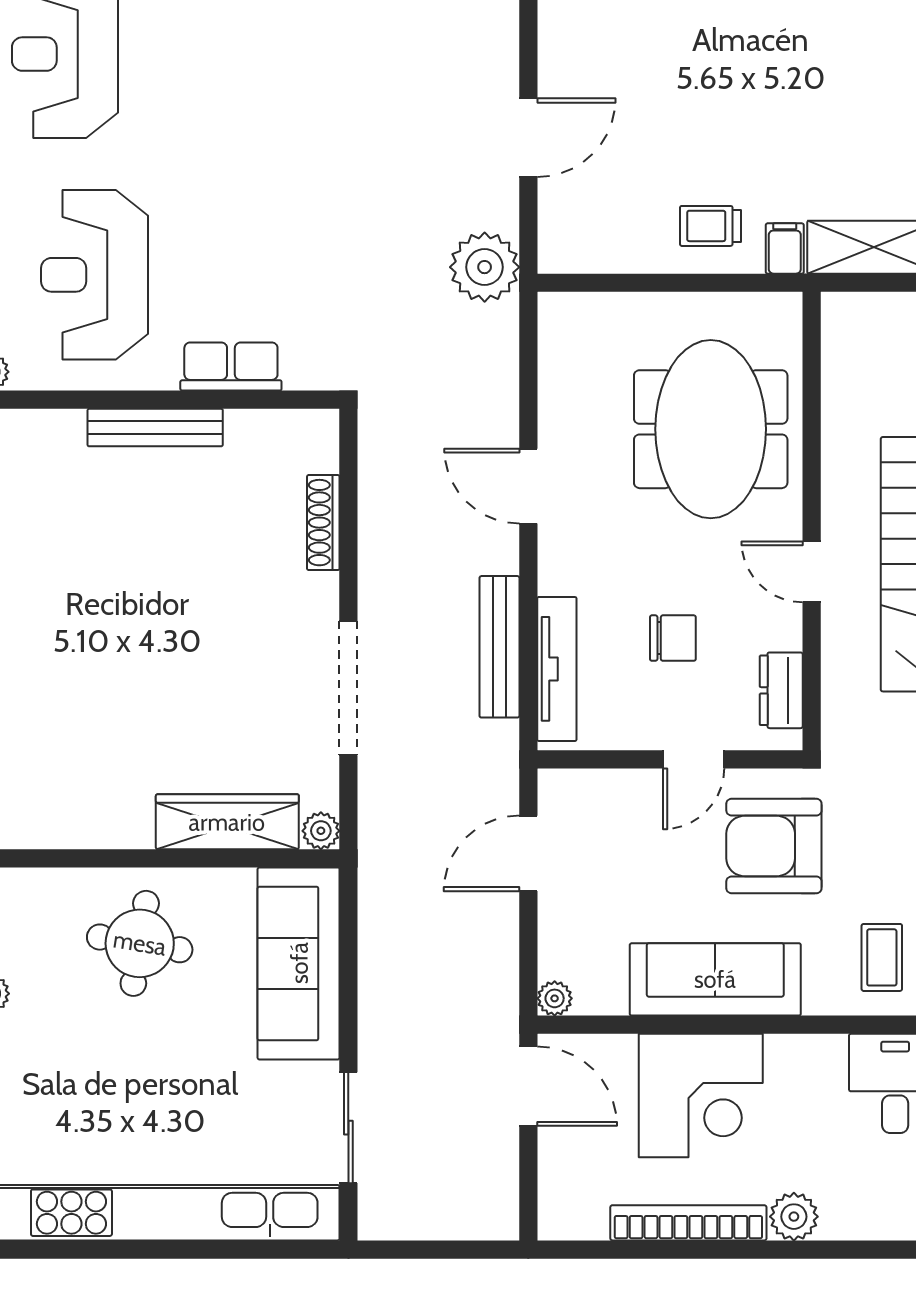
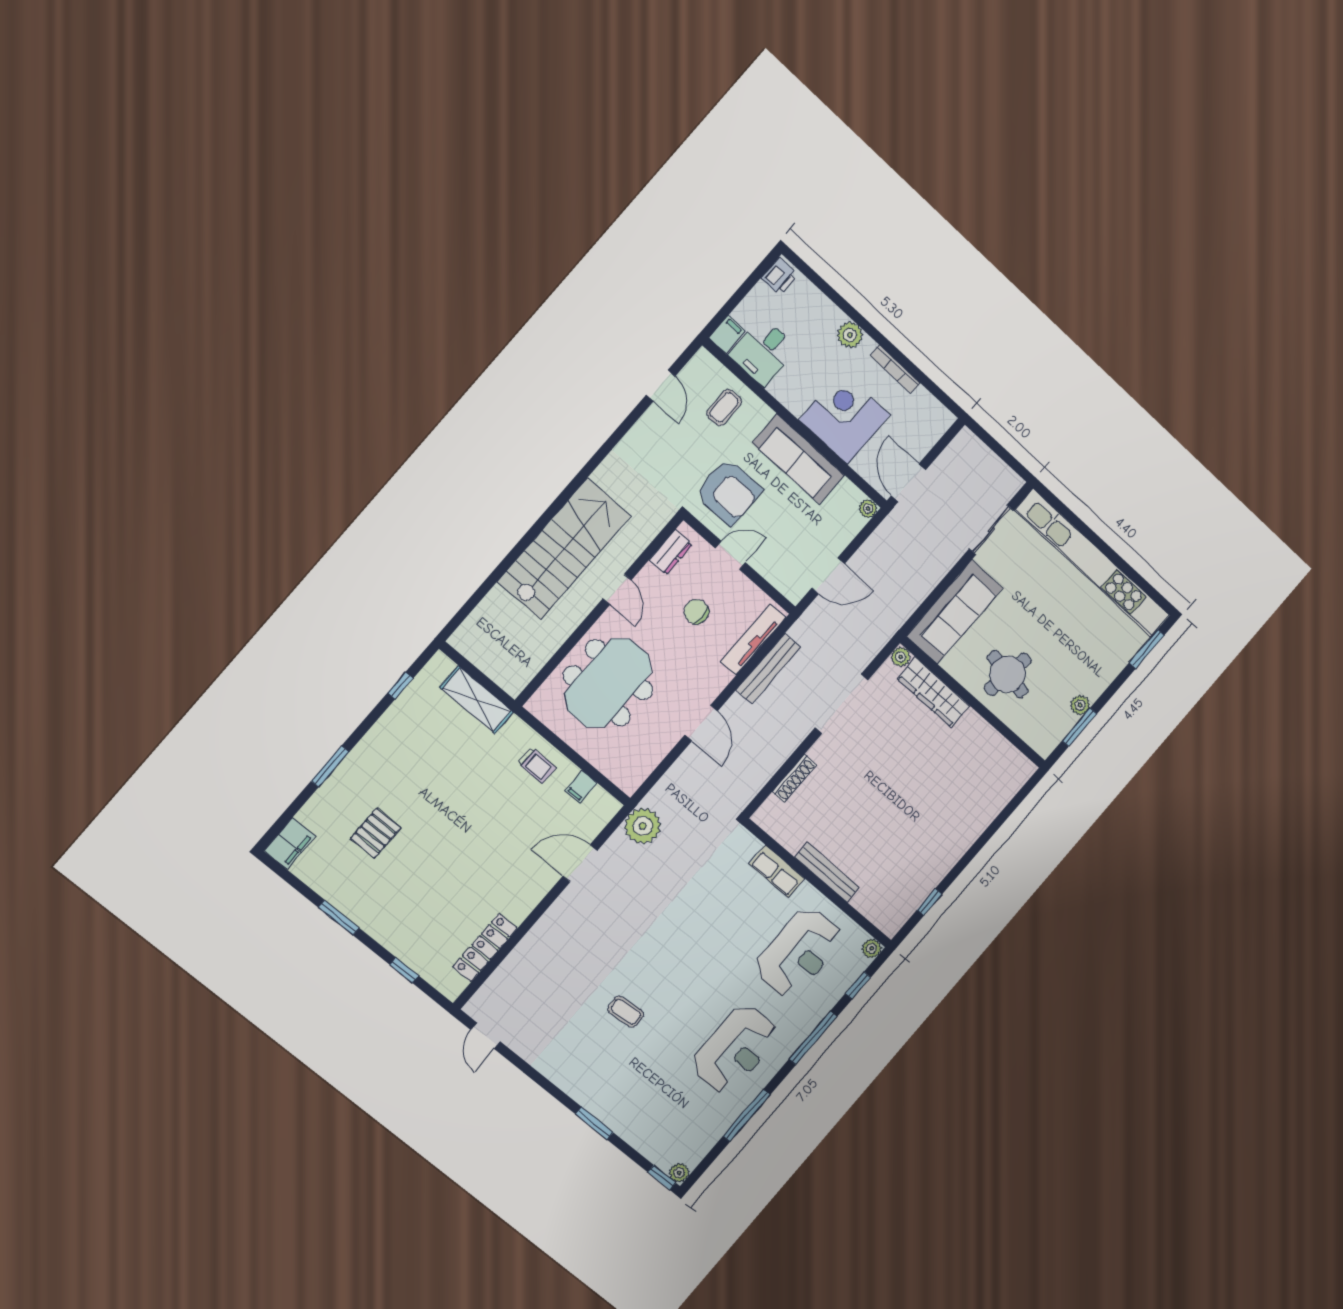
filing cabinet: (785, 248) -> (581, 787), moved
bookcase: (688, 1223) -> (895, 369), width x0.68, depth x0.76

